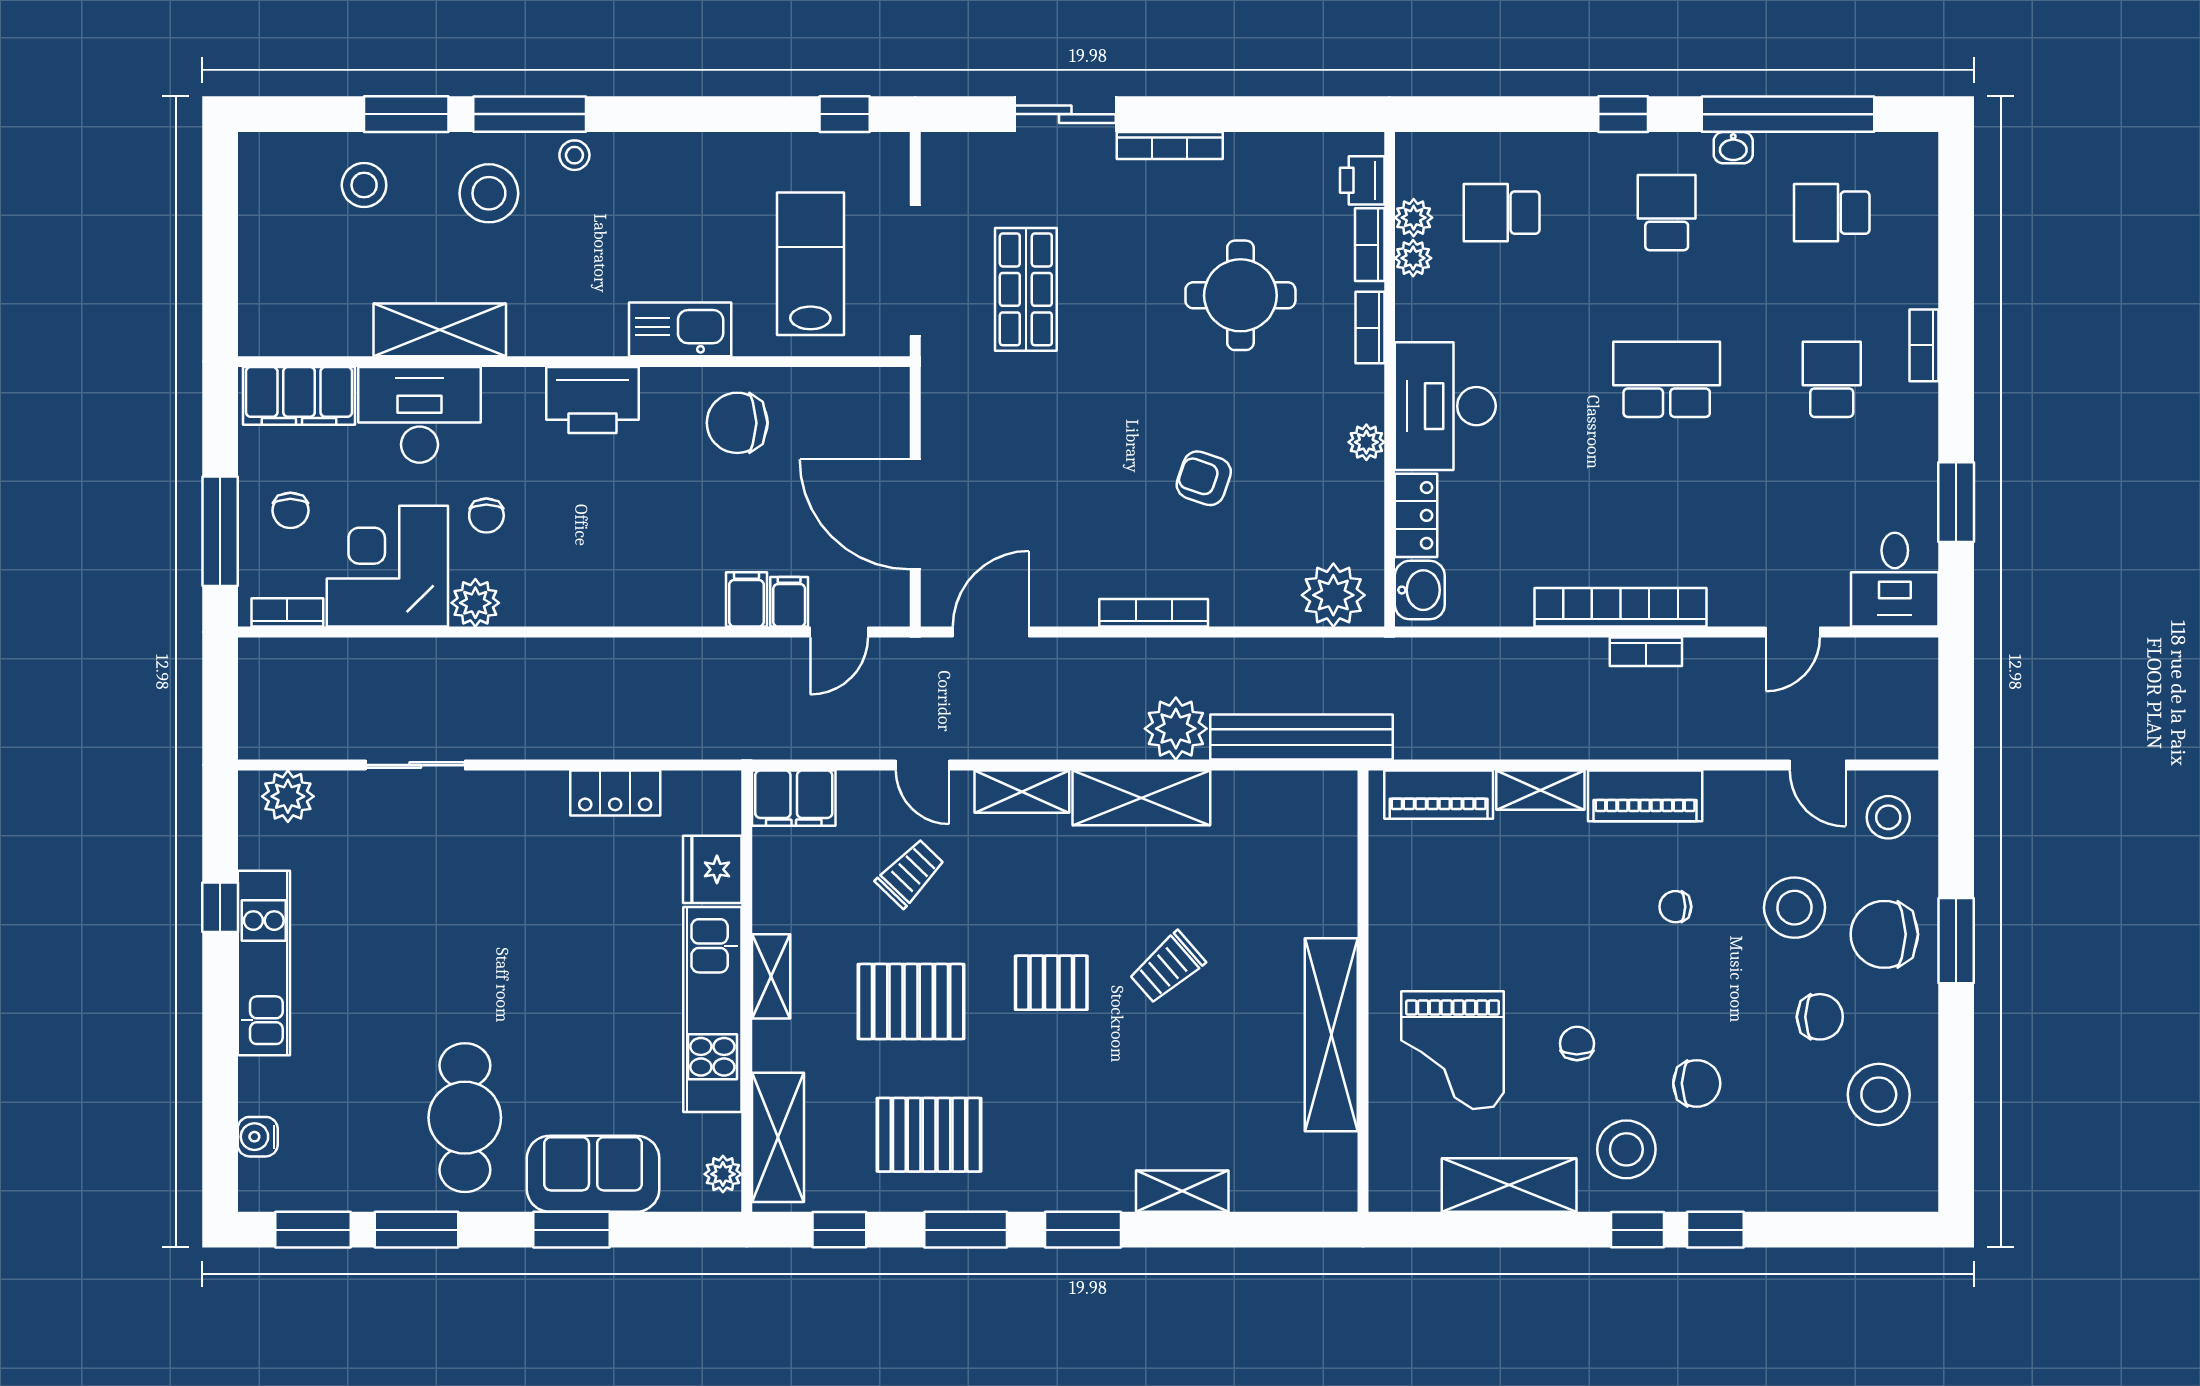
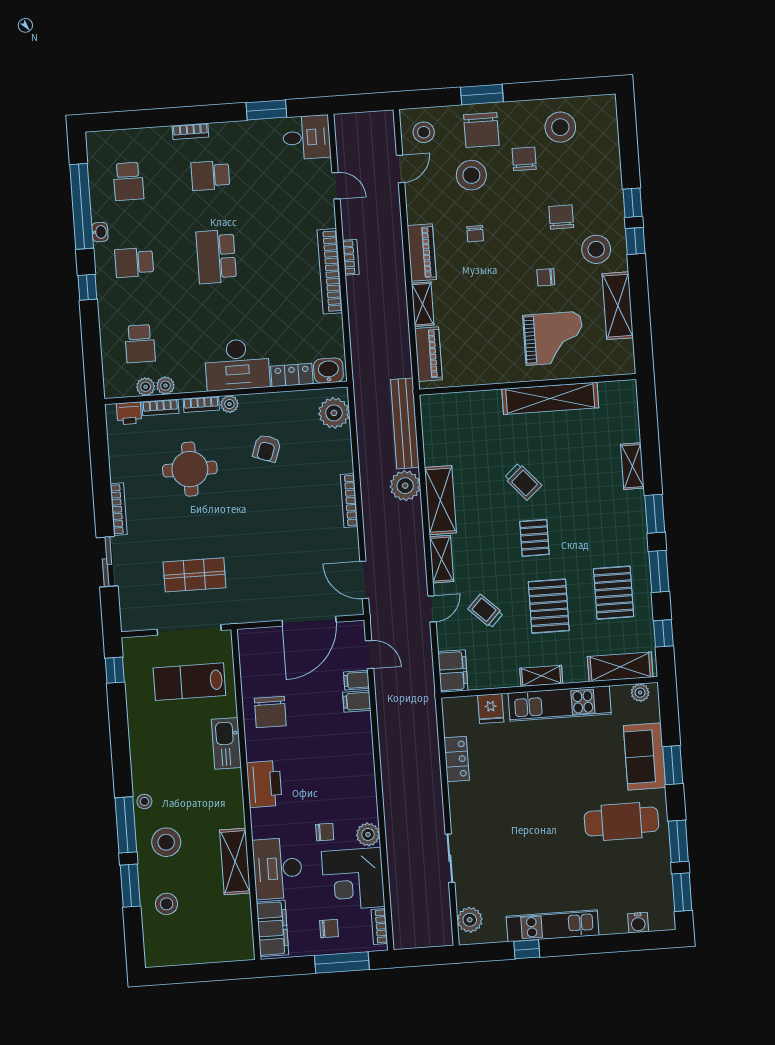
plant: (1366, 442) -> (229, 404), moved
armchair: (1204, 478) -> (267, 448), moved
fridge: (712, 869) -> (491, 709), width x0.72

